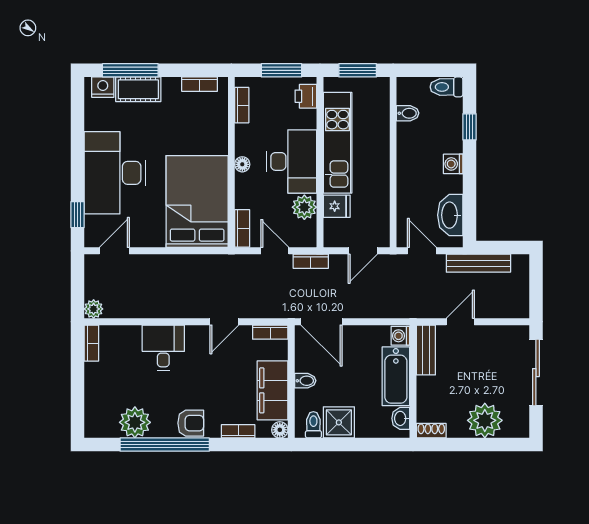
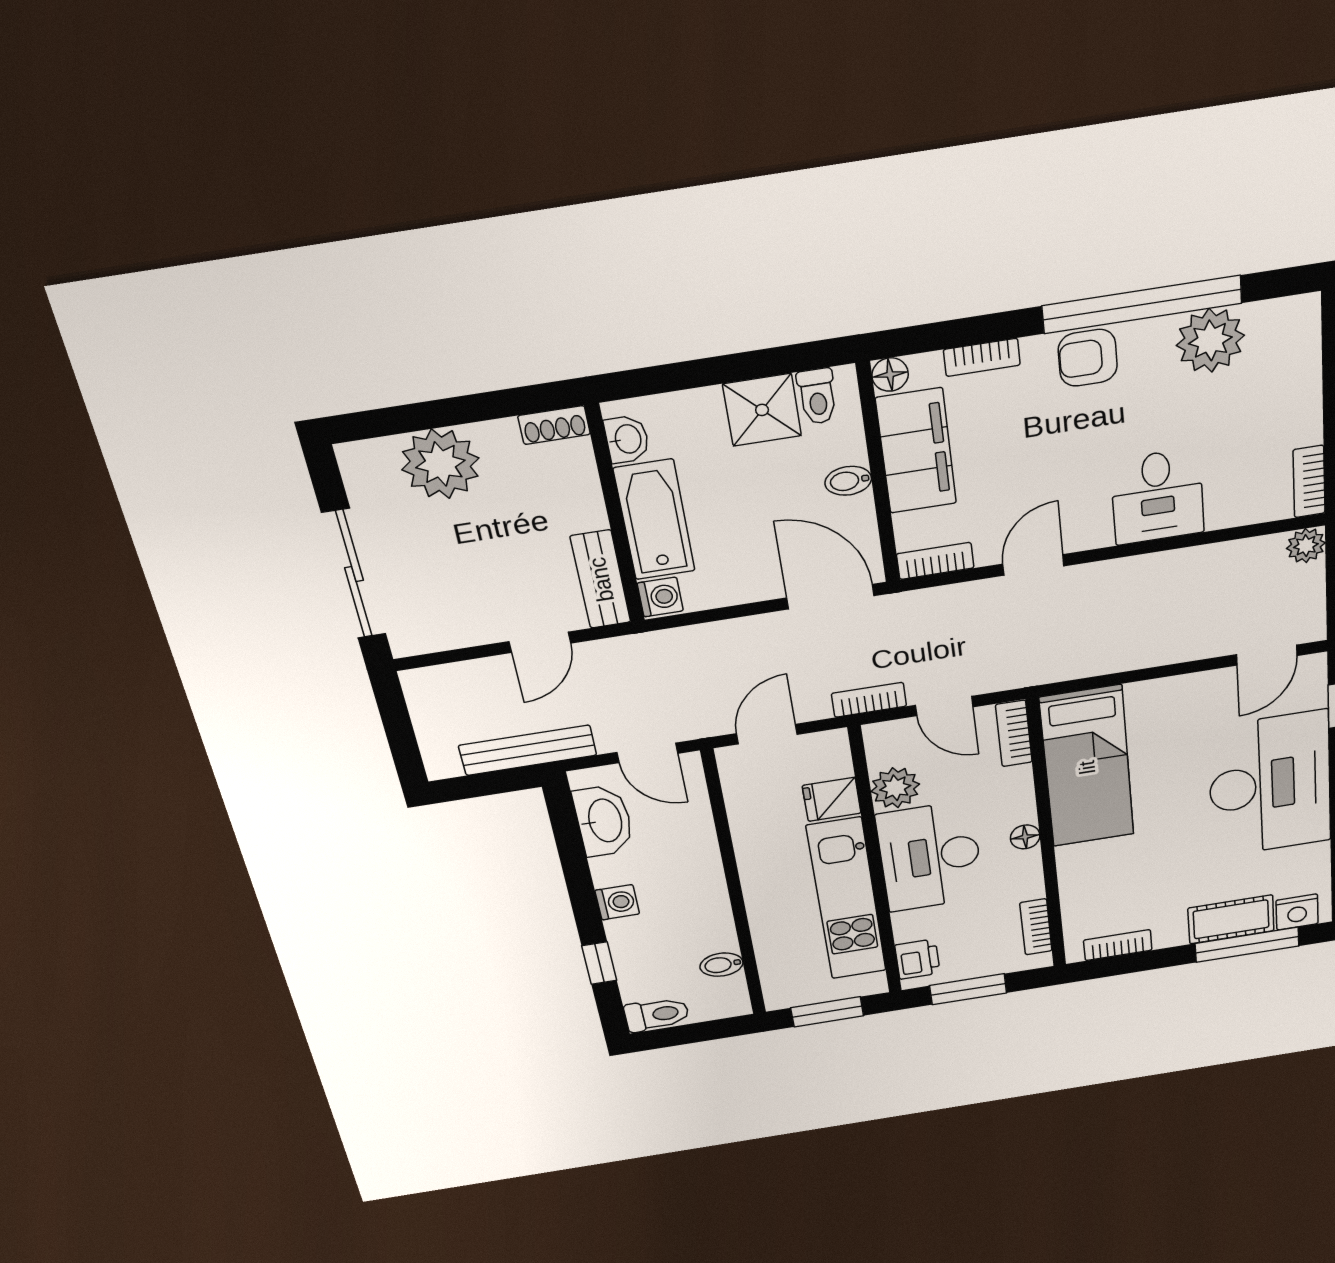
bed: (197, 202) -> (1087, 767), width x0.67

